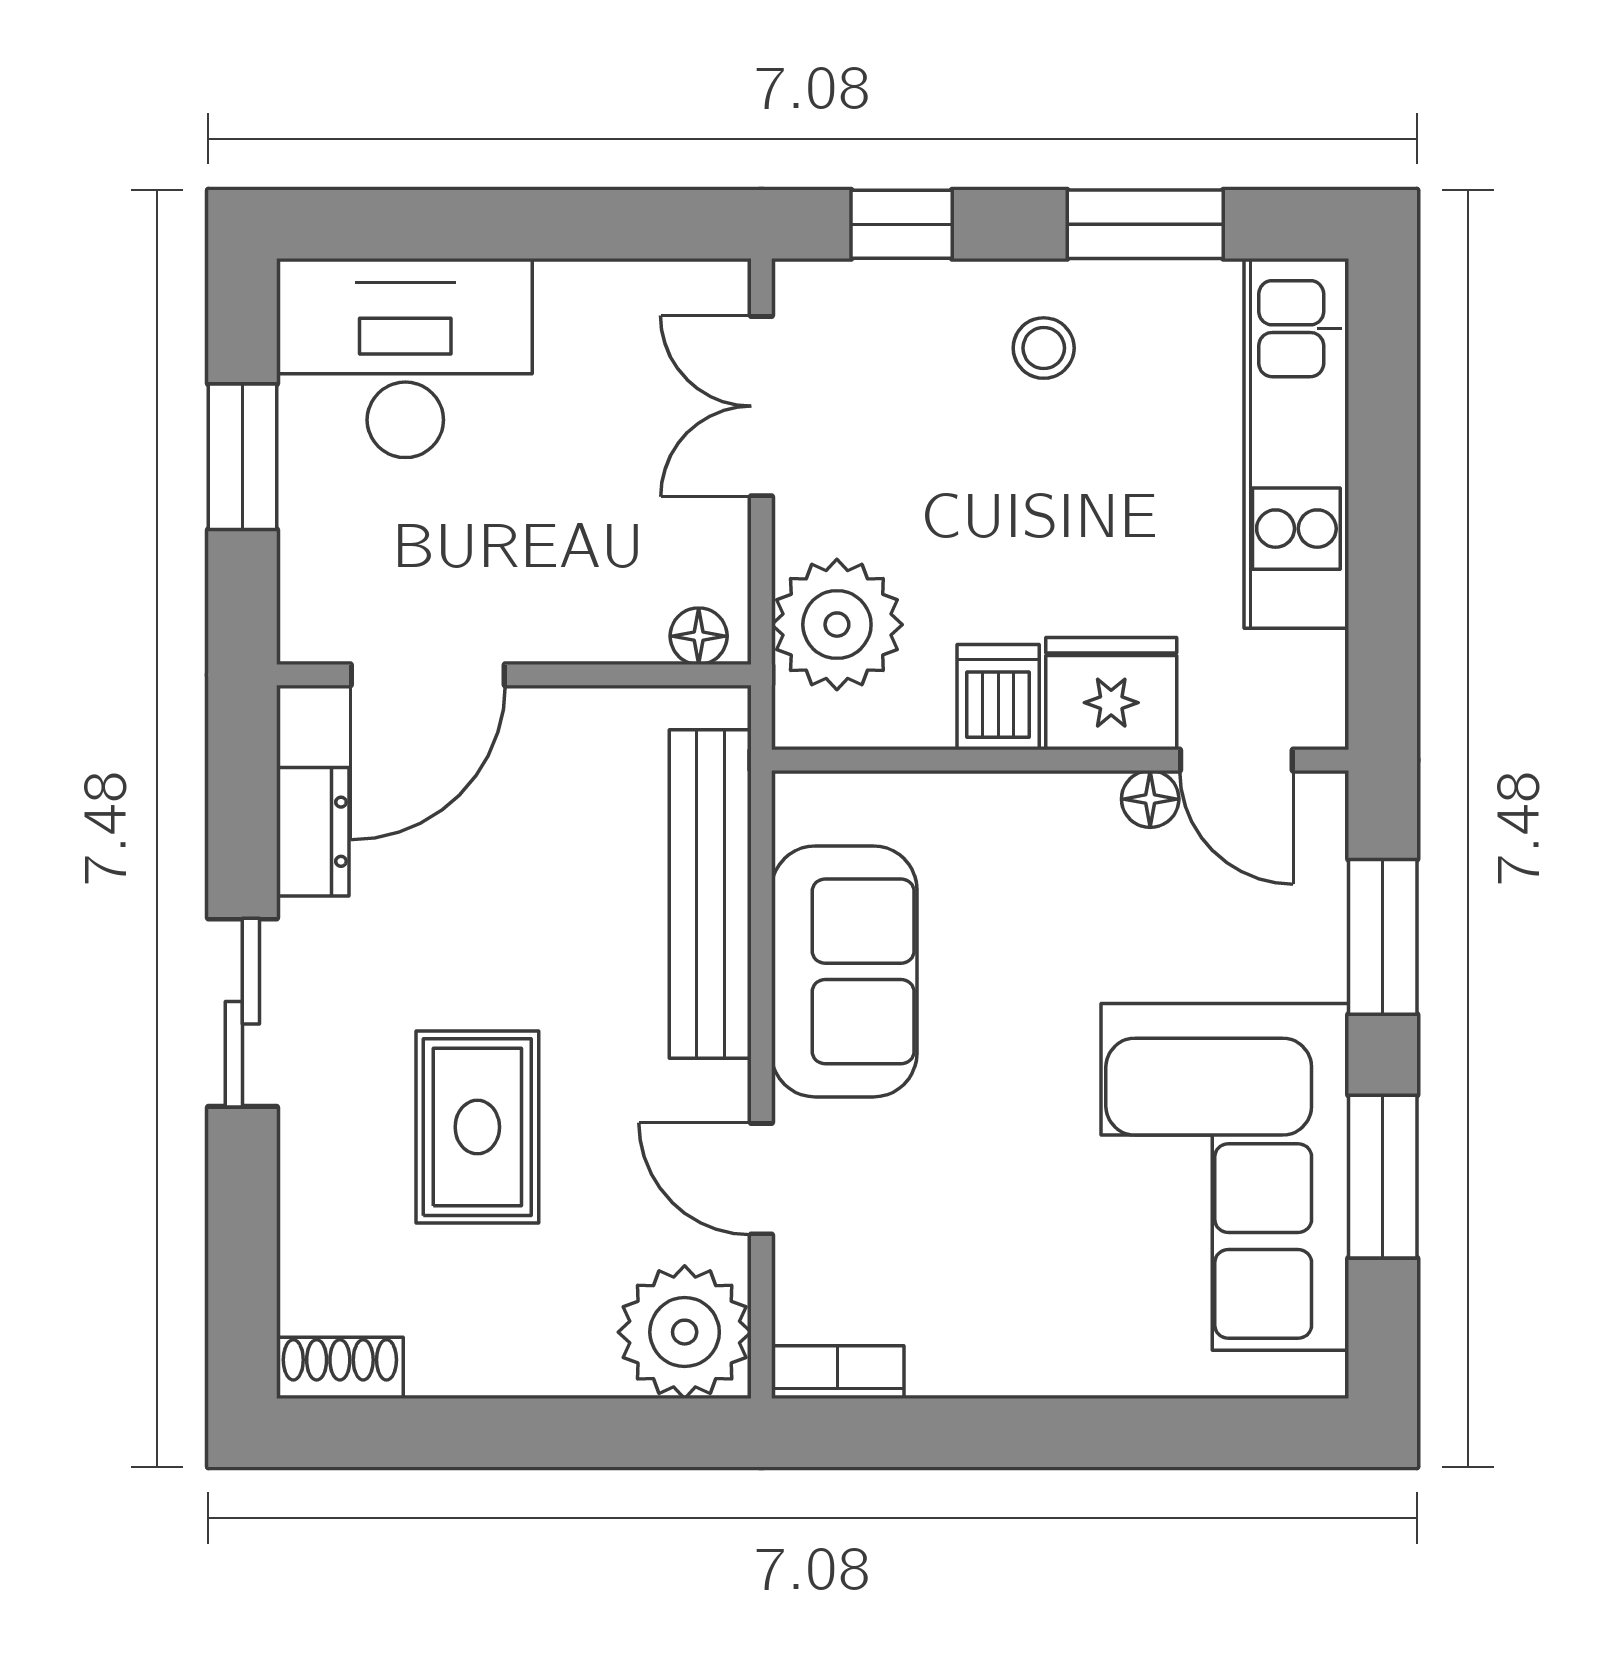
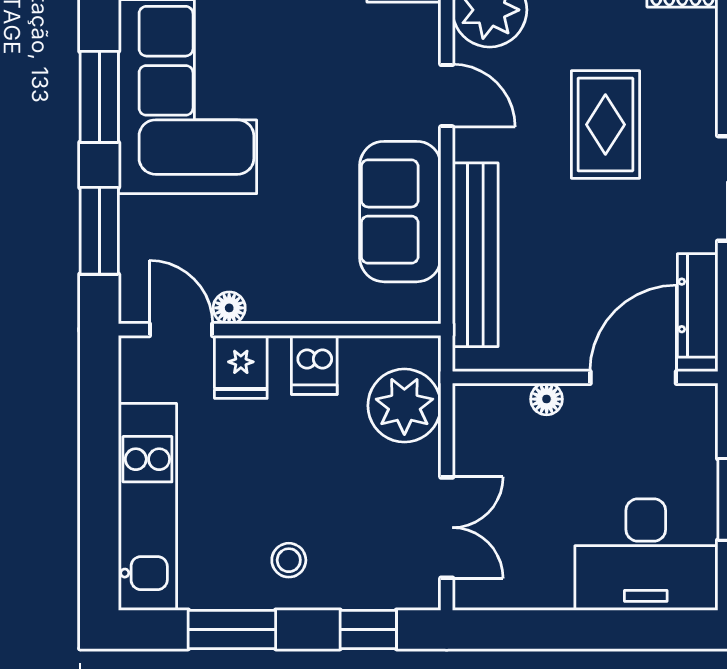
floor lamp: (699, 636) -> (547, 399), moved
fridge: (1111, 694) -> (241, 367), width x0.72
dresser: (313, 832) -> (698, 305), width x1.44

